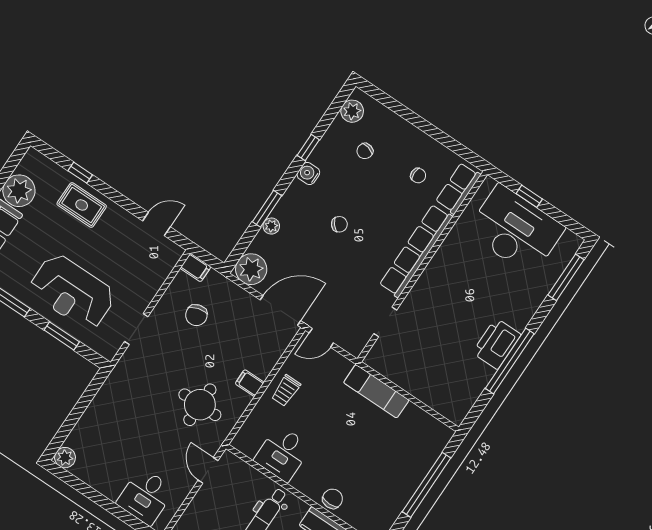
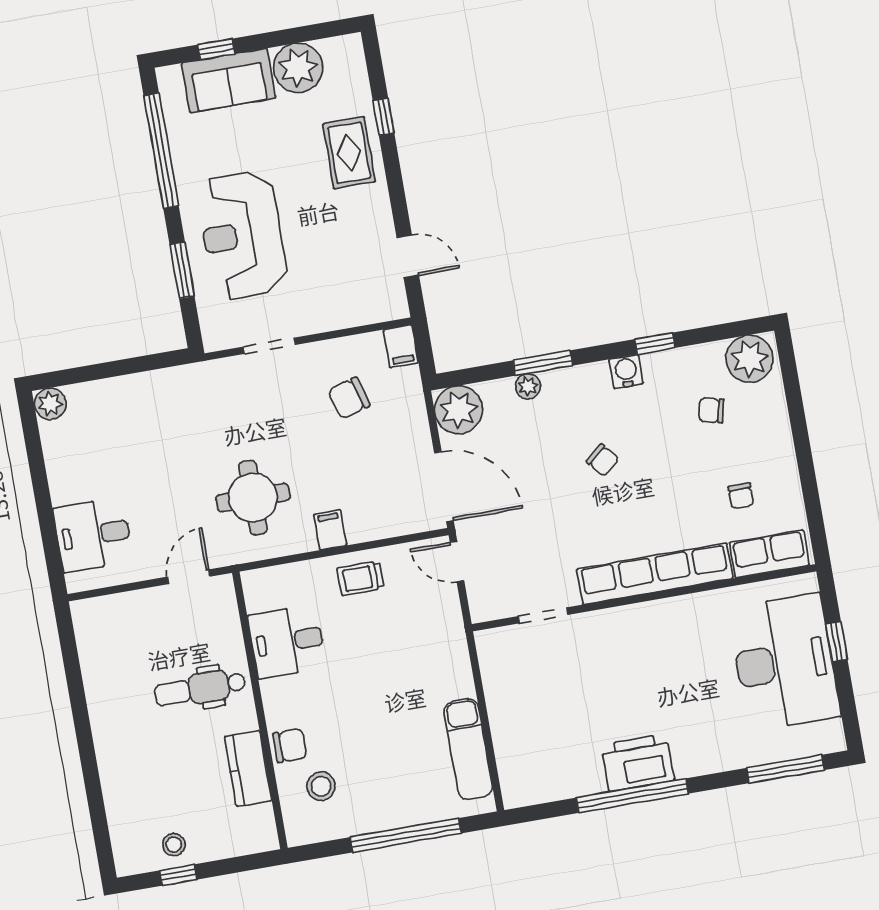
plant: (352, 111) -> (749, 359), width x1.36, depth x1.36
exam couch: (376, 391) -> (468, 749), moved
stool: (366, 502) -> (321, 786), added

